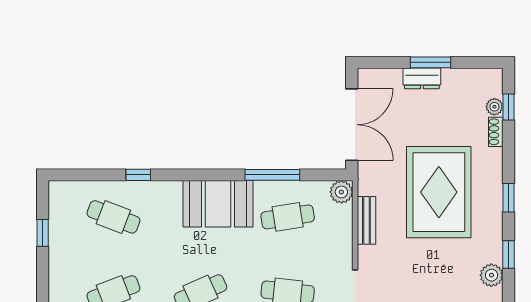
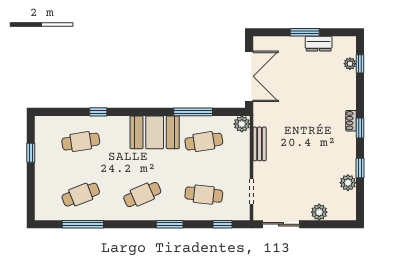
dresser: (422, 78) -> (319, 44), moved
shoe rack: (496, 132) -> (351, 121), moved
rug: (439, 192) -> (311, 124), removed
cafe table: (113, 217) -> (81, 142), turned -30

